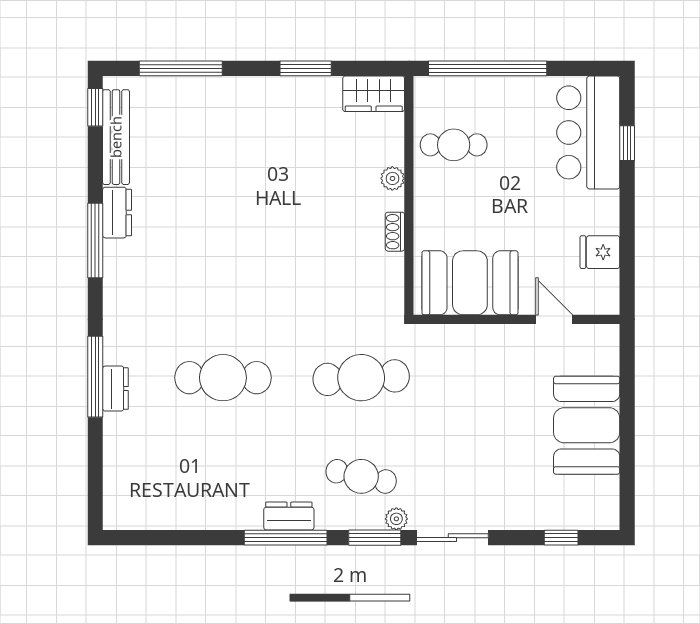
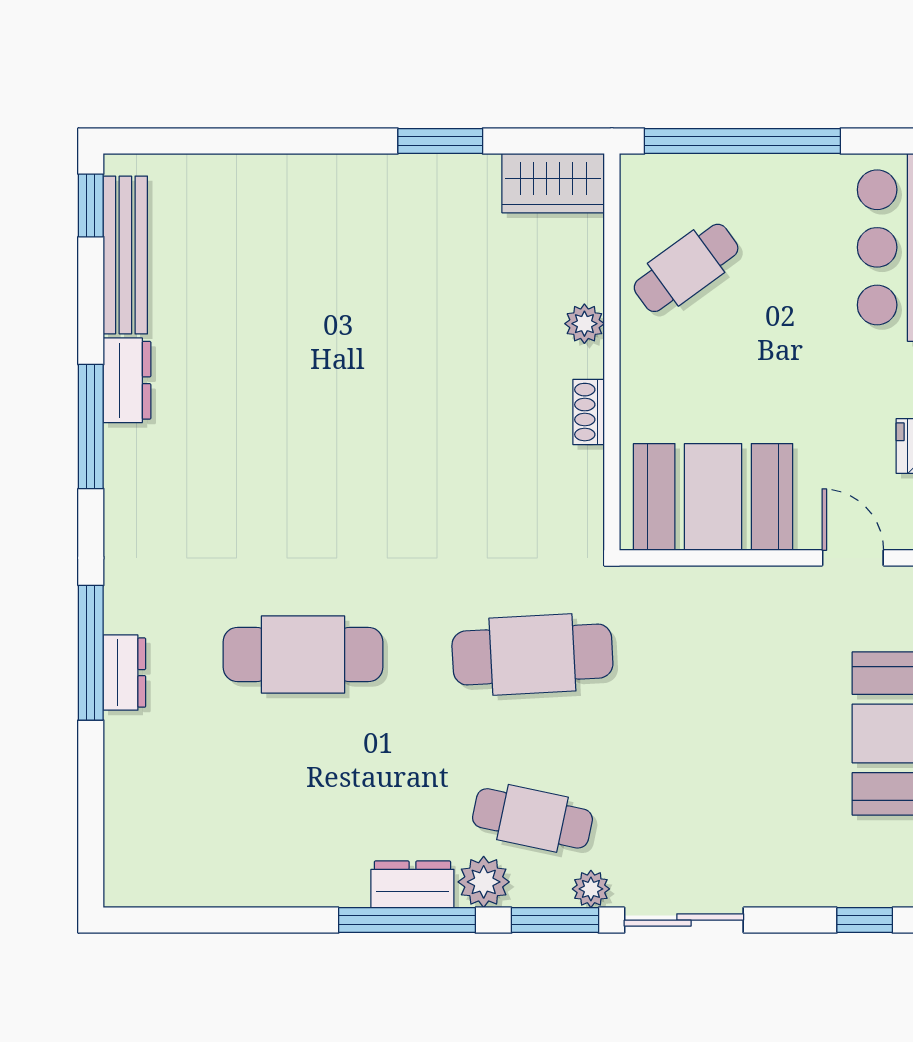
window: (181, 68) -> (233, 141), removed
cafe table: (454, 145) -> (686, 268), turned -36
plant: (332, 515) -> (484, 882), added

